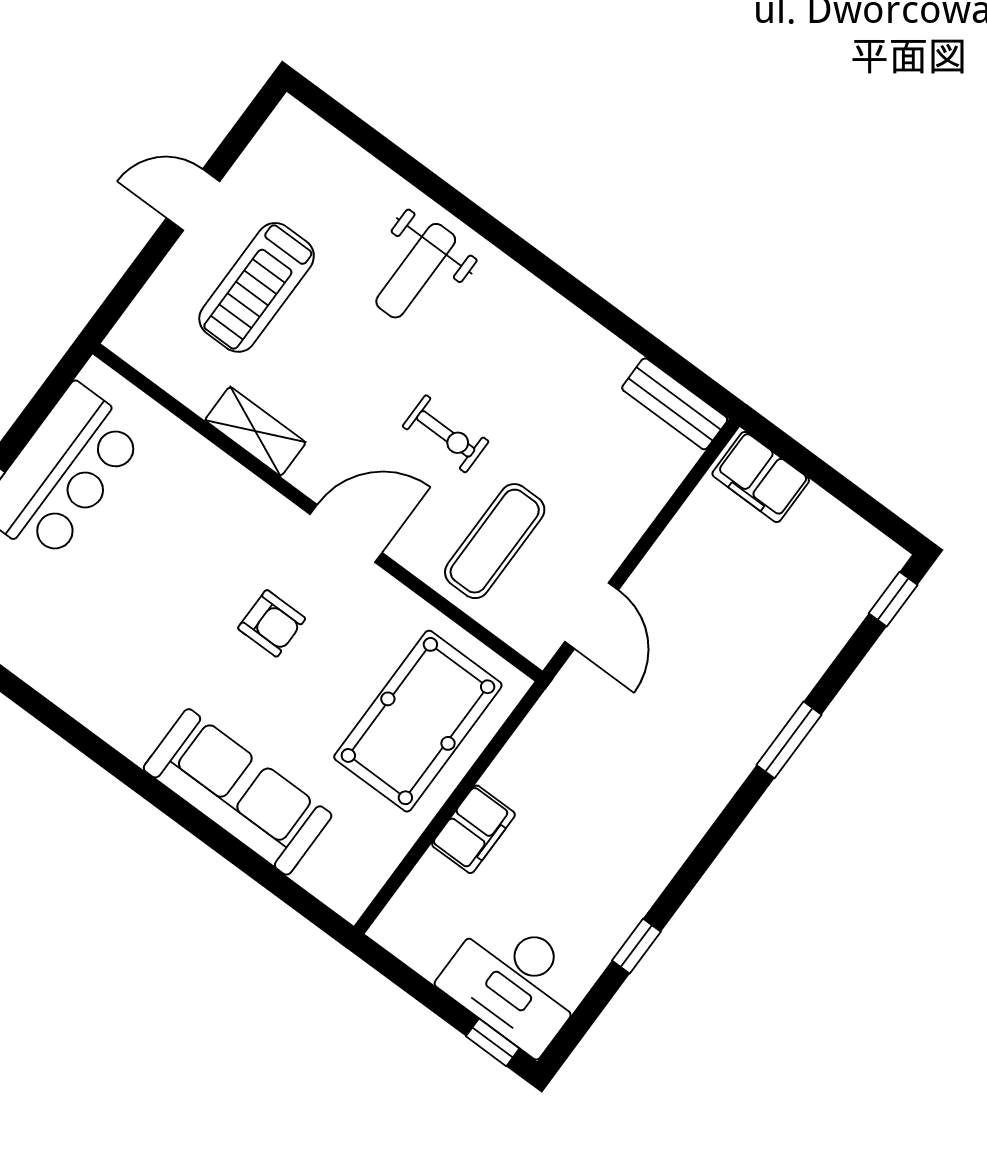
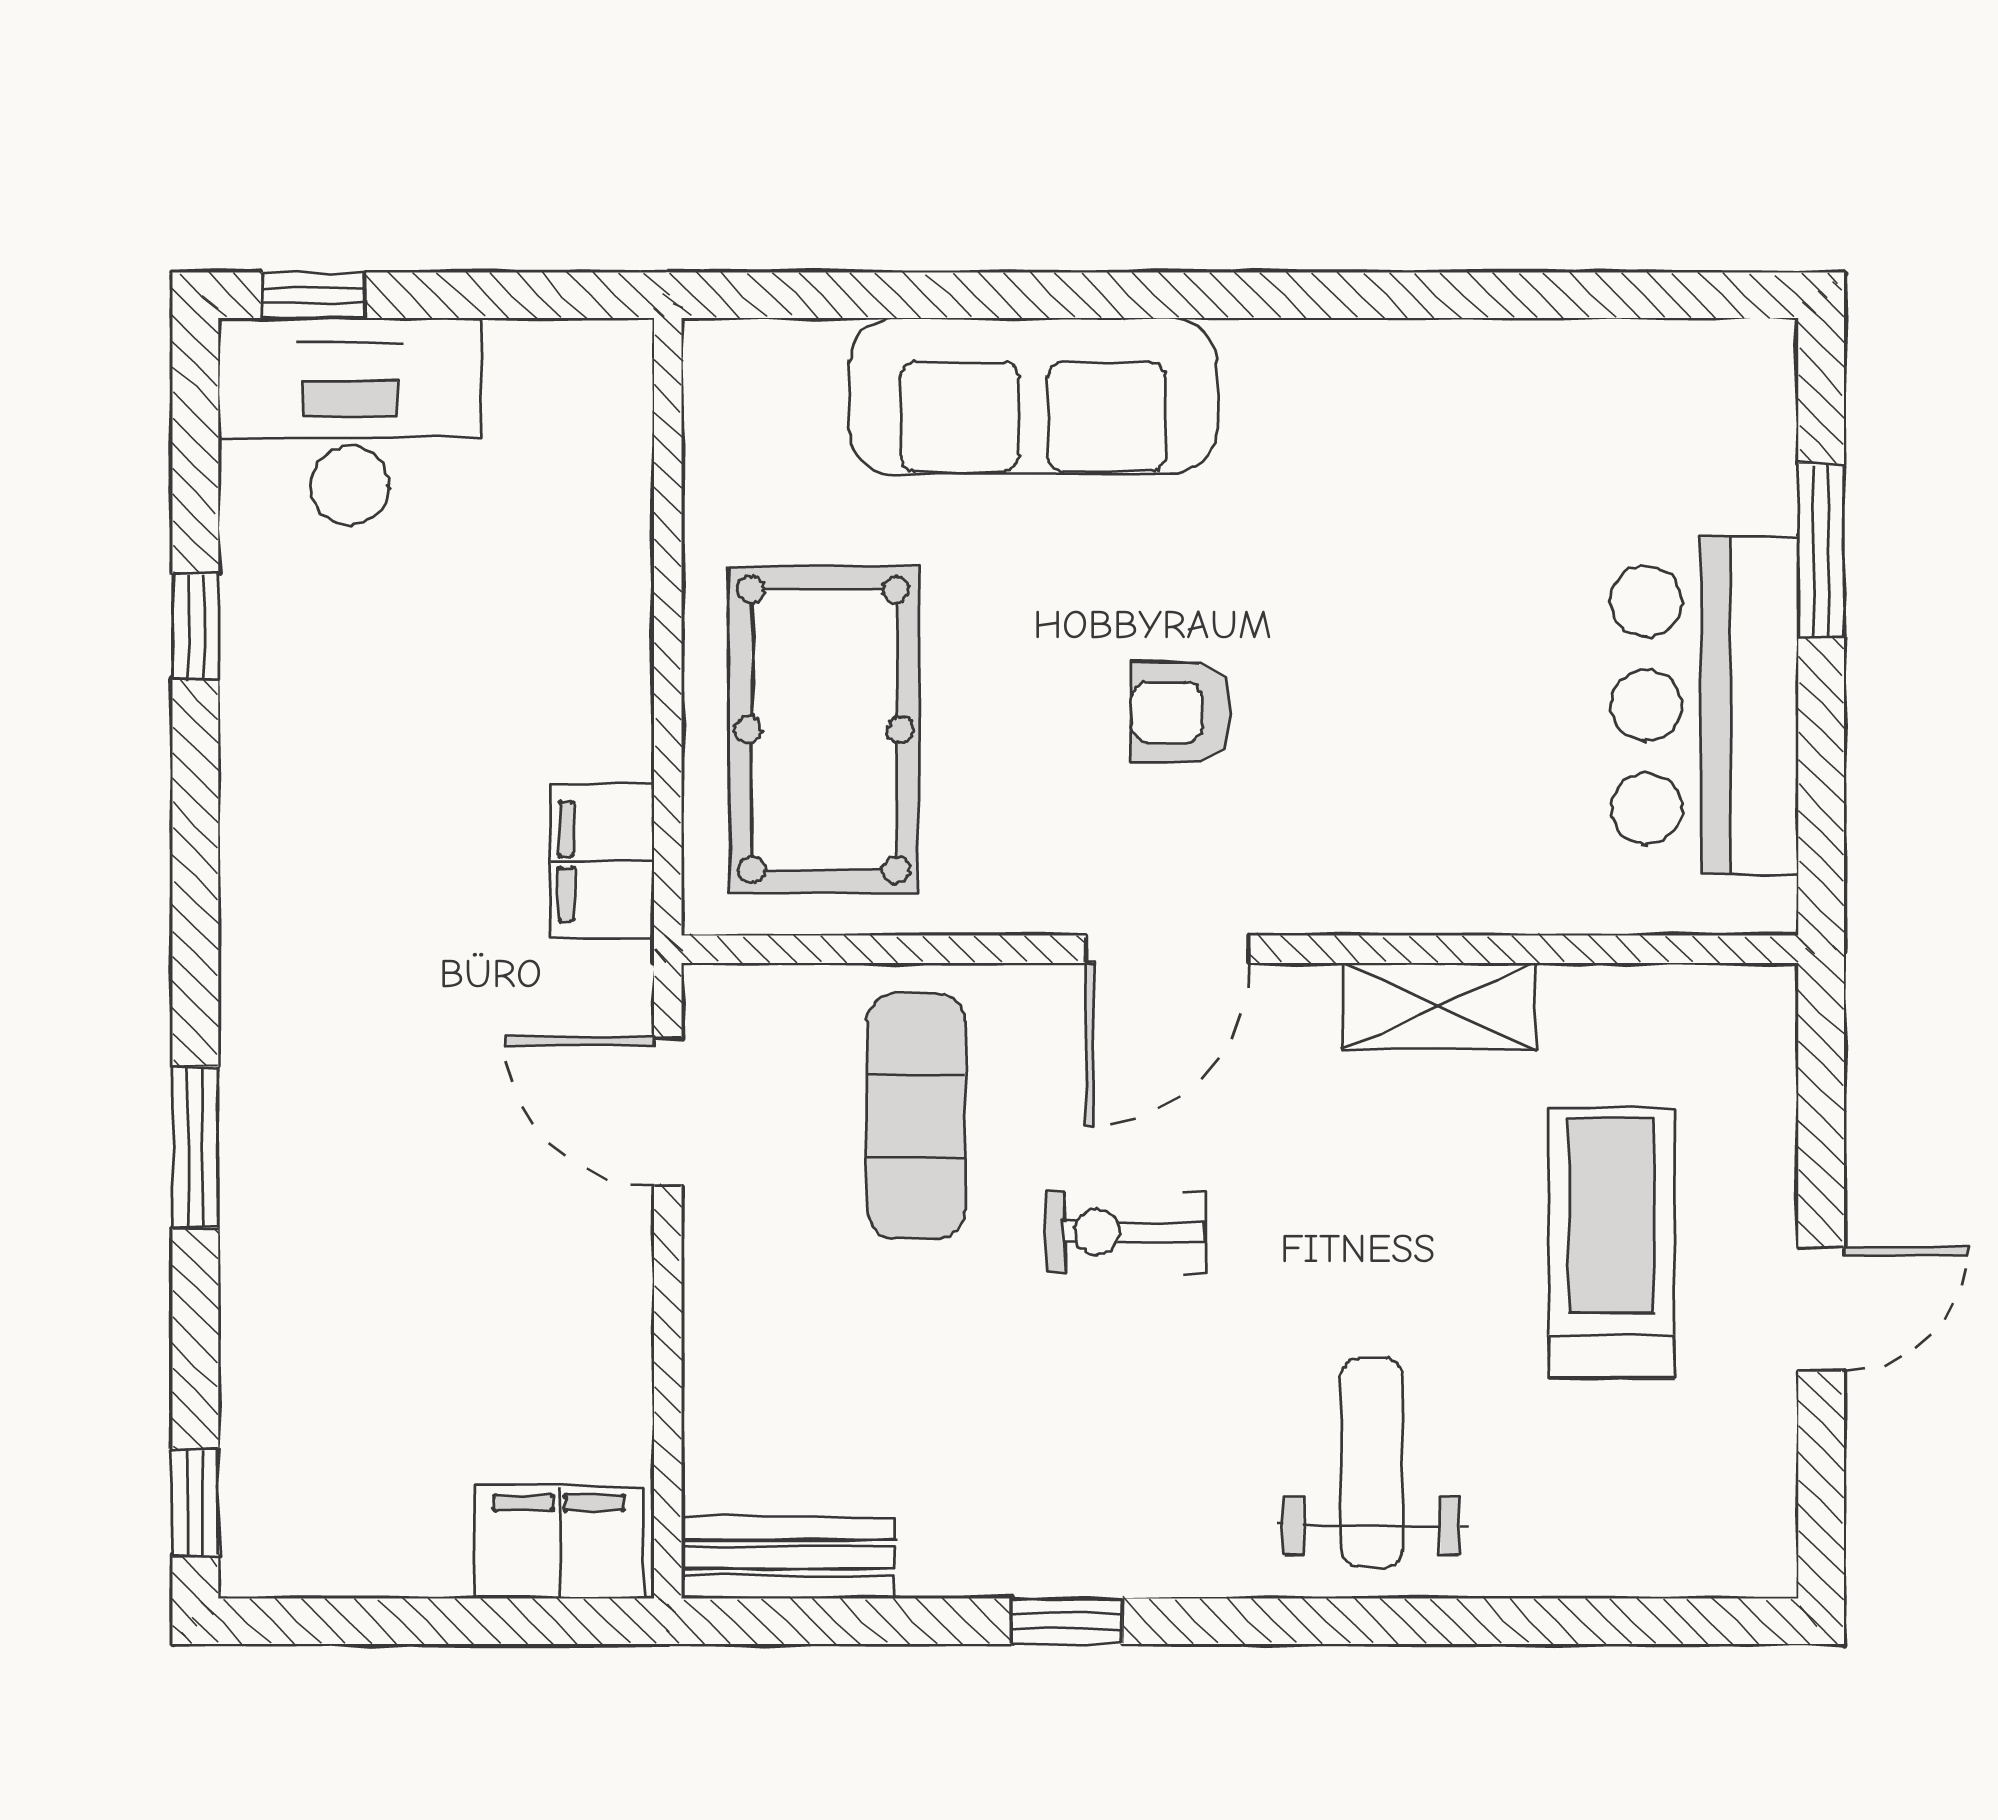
window: (583, 297) -> (1067, 1621), added
filing cabinet: (473, 829) -> (602, 861), moved

